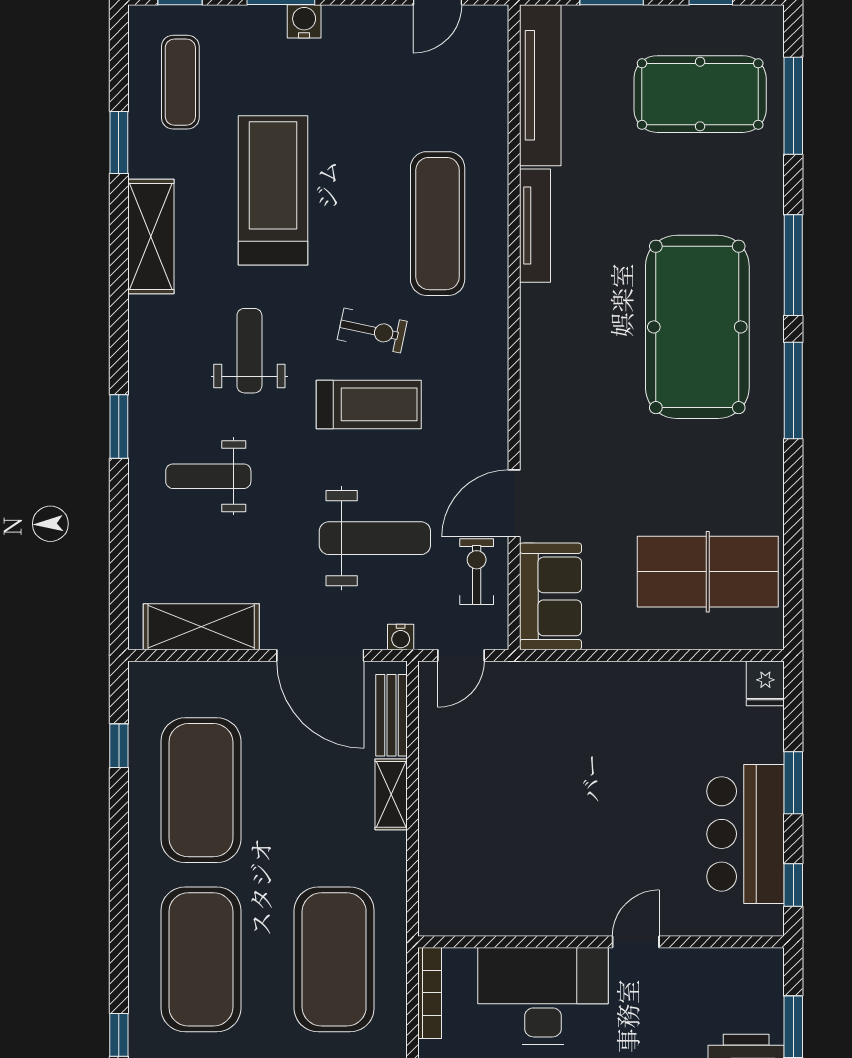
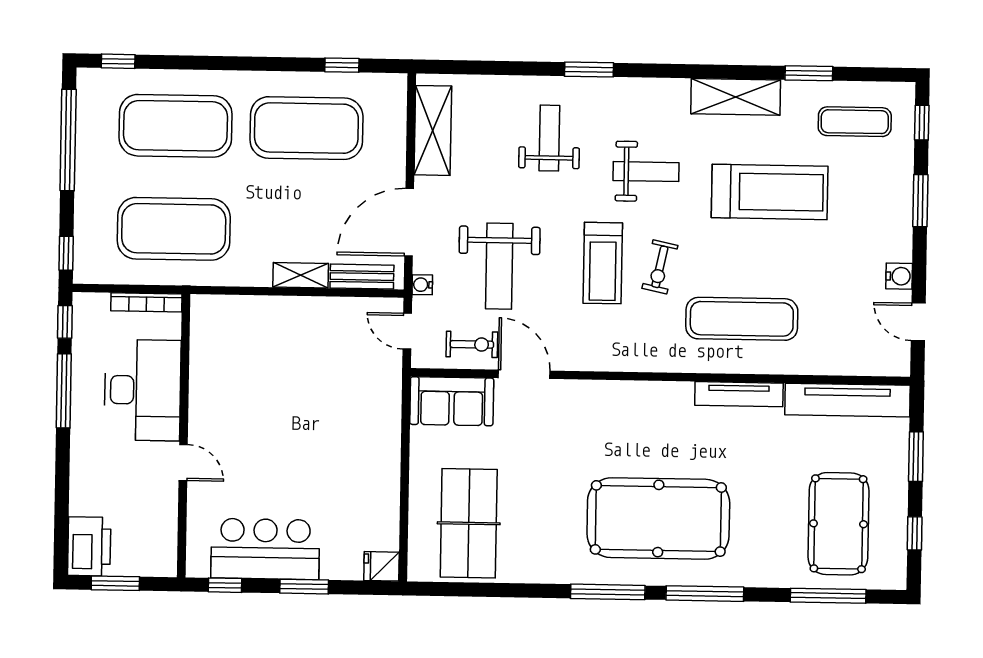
water cooler: (304, 21) -> (899, 276), moved

